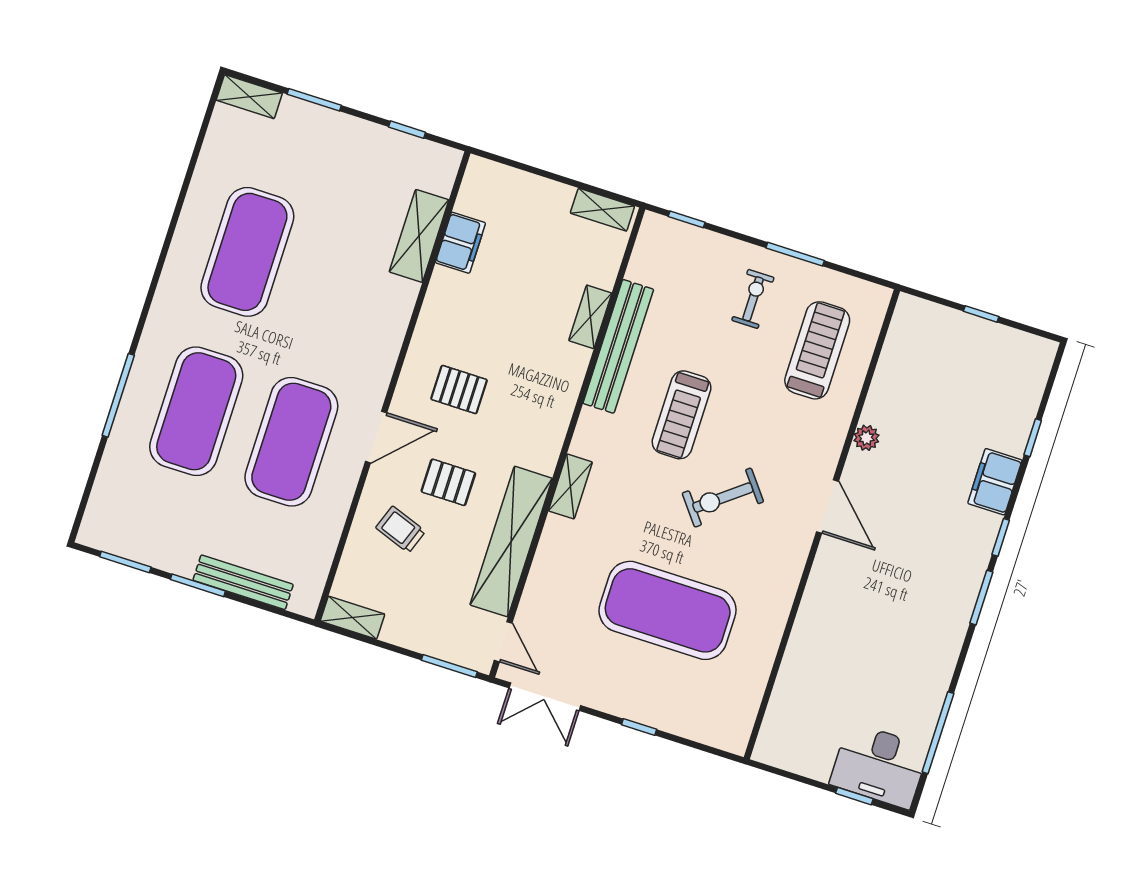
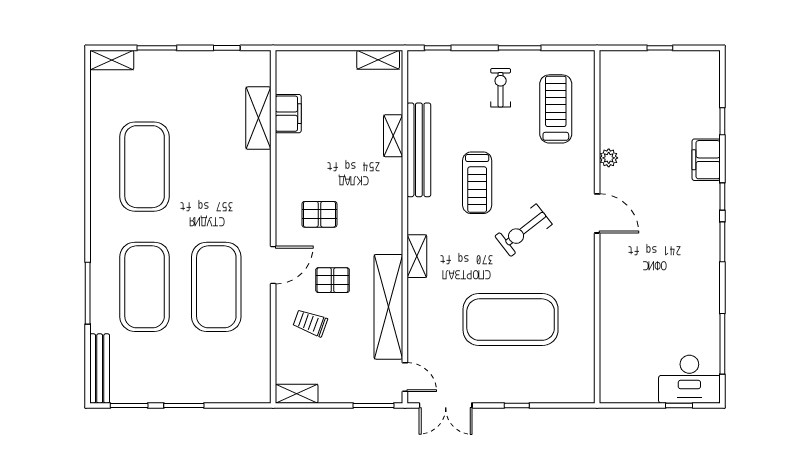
bench: (243, 582) -> (100, 368), moved, turned 90

